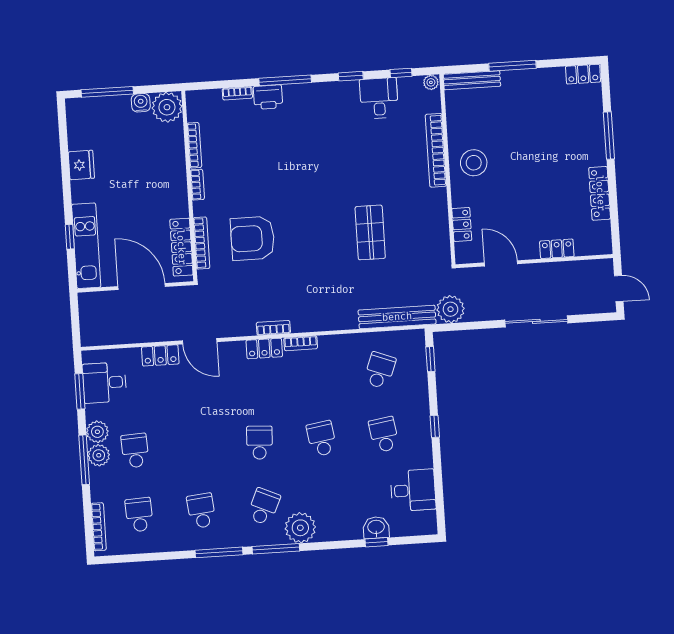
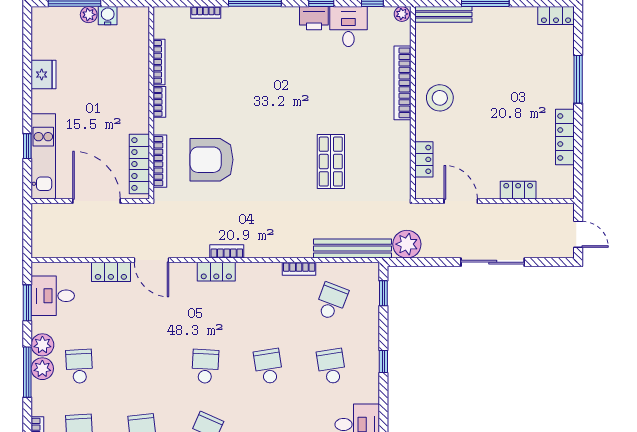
printer: (268, 97) -> (314, 18), moved
plant: (167, 107) -> (89, 15), moved, width x0.53, depth x0.53
bookcase: (301, 343) -> (299, 269), moved

